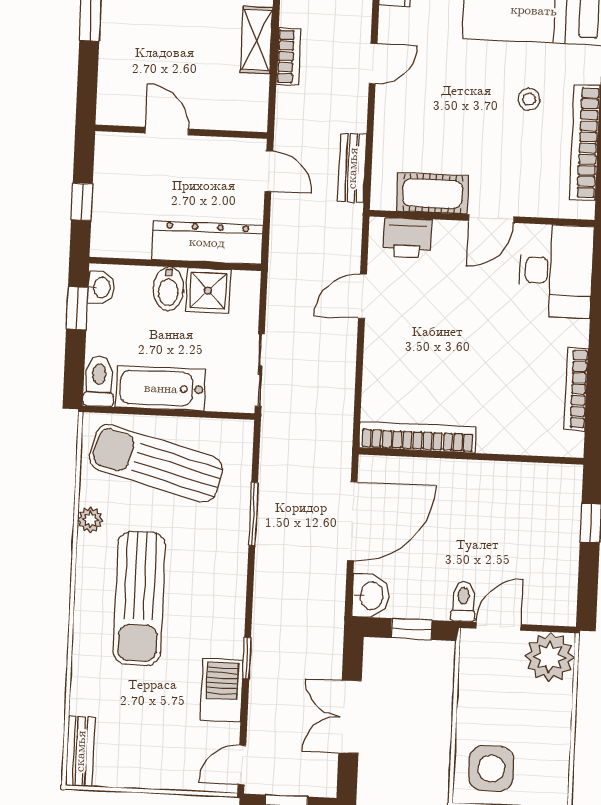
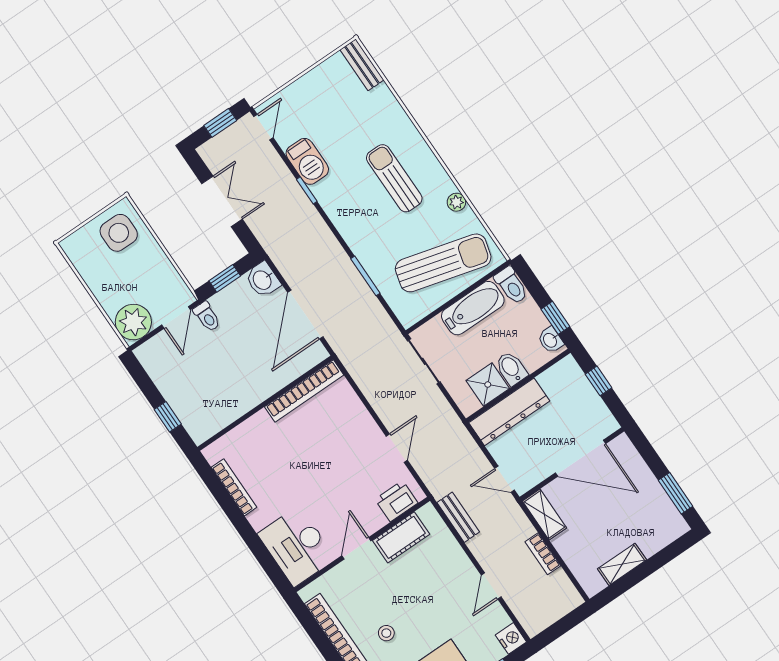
shelving: (257, 40) -> (545, 515), moved
door: (167, 131) -> (580, 458), width x1.88
sun lounger: (139, 598) -> (394, 178), width x0.73, depth x0.75

